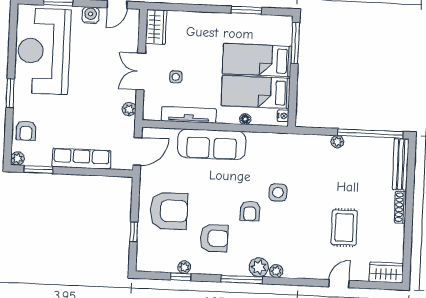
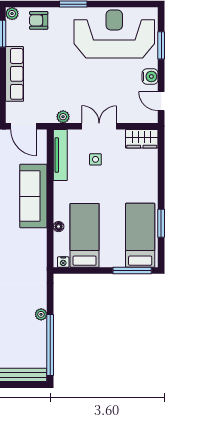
bed: (257, 60) -> (140, 235), moved
tv unit: (189, 115) -> (60, 155), moved

